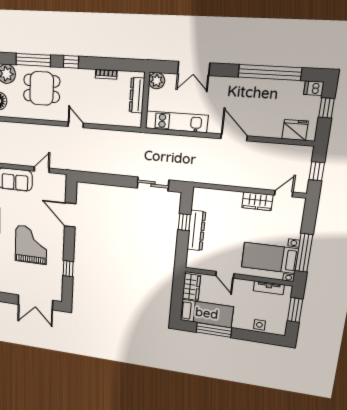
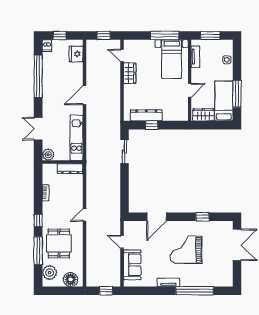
double door: (194, 68) -> (38, 129), swing flipped
dresser: (137, 95) -> (70, 169), moved
dresser: (196, 230) -> (146, 115), moved

